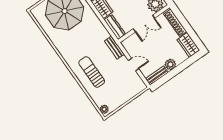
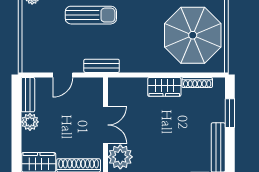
double door: (144, 24) -> (106, 125), swing flipped
dresser: (115, 27) -> (128, 85), removed

